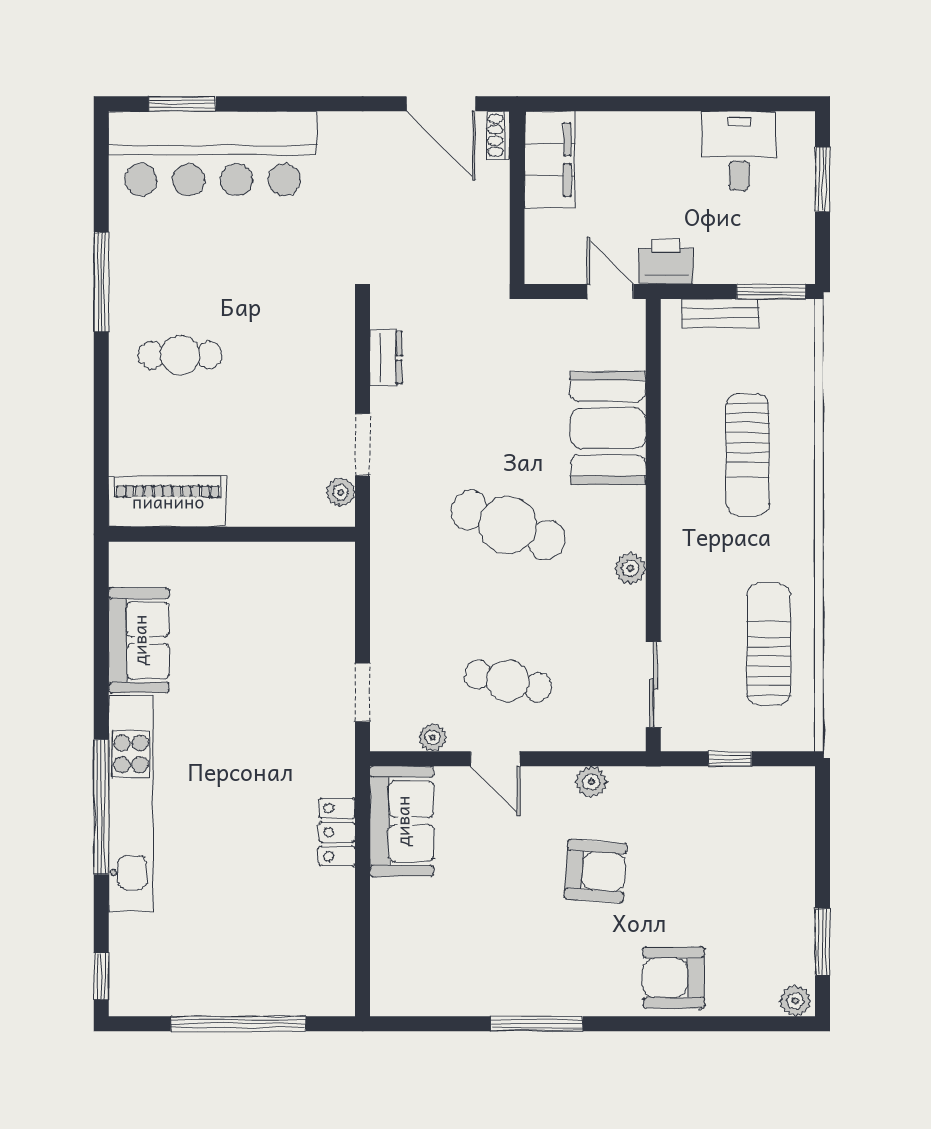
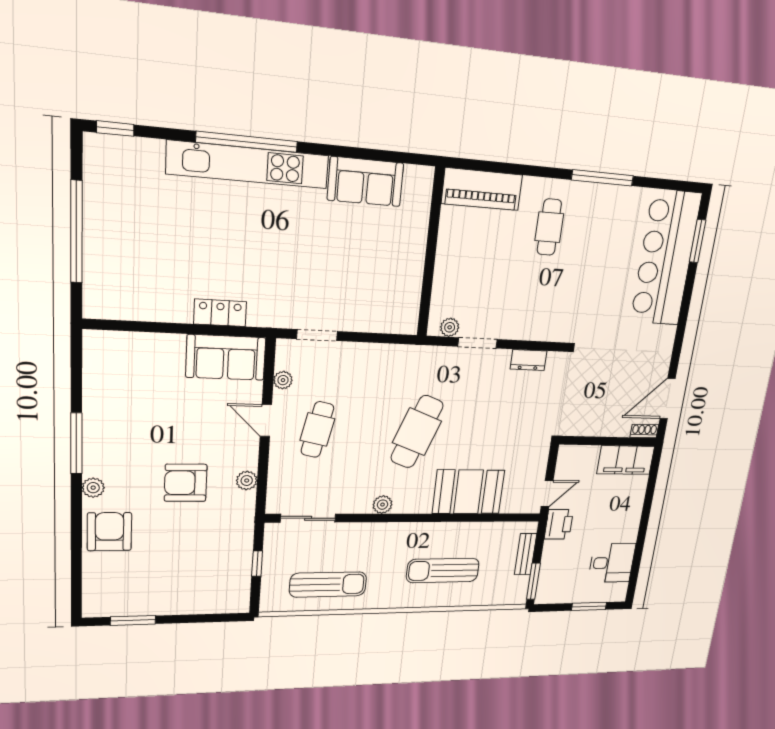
piano: (168, 501) -> (482, 189), moved, turned 90
door: (495, 759) -> (266, 420), hinge flipped
armchair: (596, 871) -> (186, 483), turned 86
plant: (795, 1001) -> (93, 488), moved

